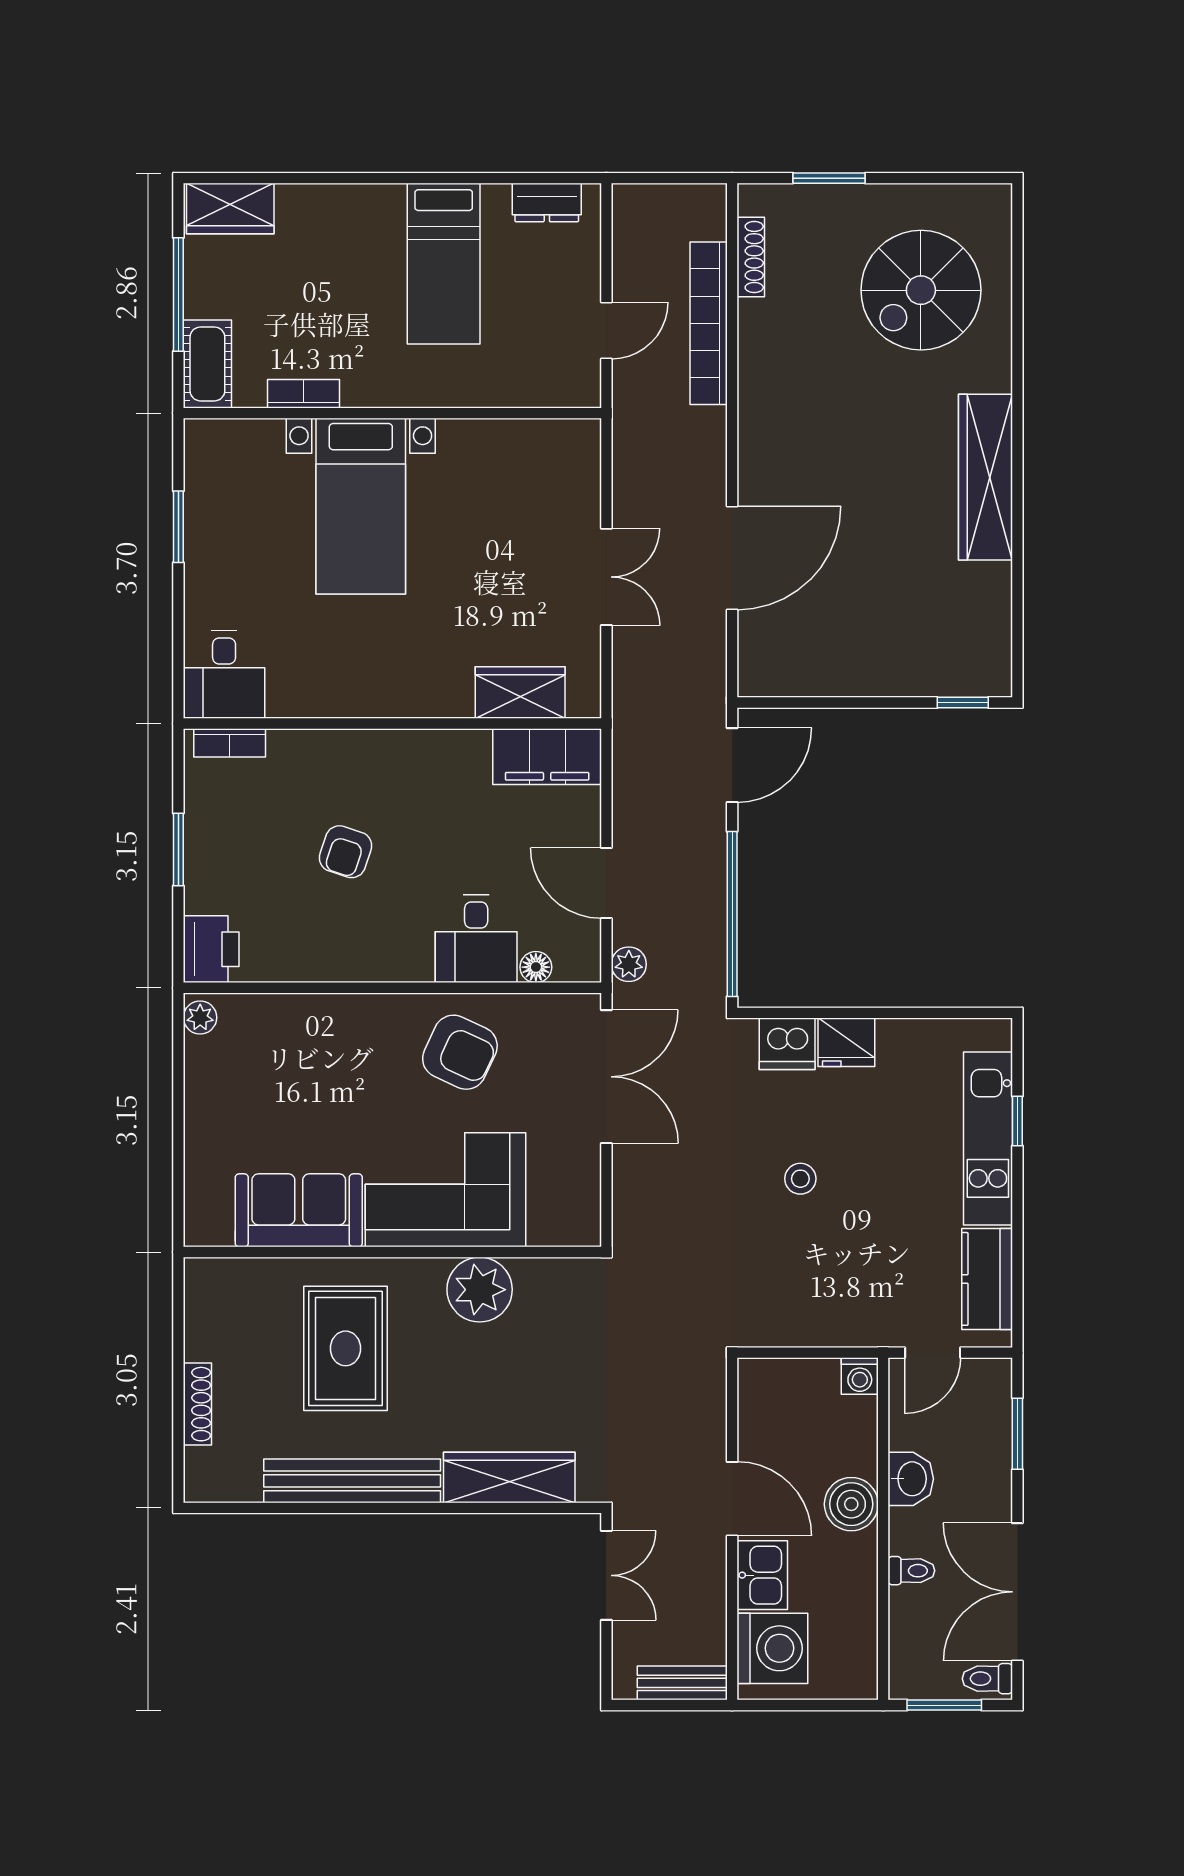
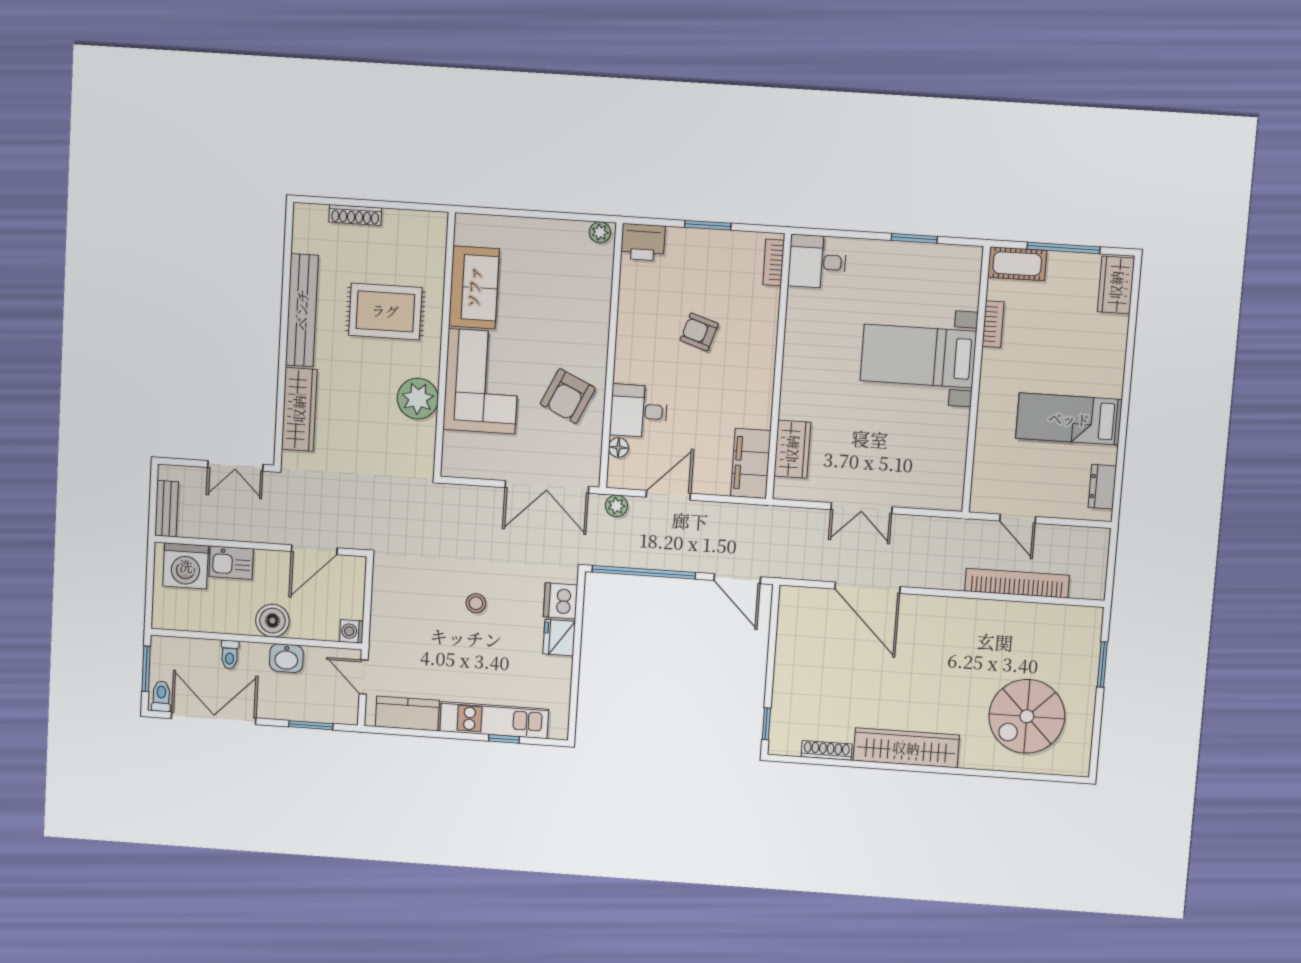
shoe rack: (751, 257) -> (827, 750), moved, turned 180
spiral stairs: (921, 290) -> (1027, 716), turned -90
door: (732, 1499) -> (314, 550), moved

